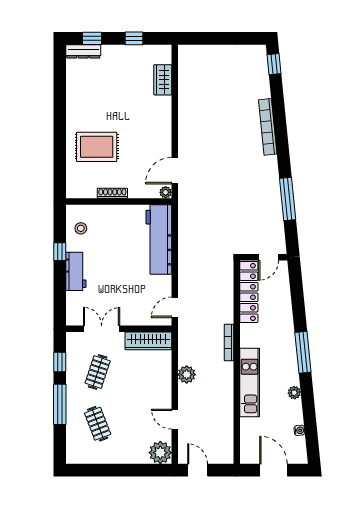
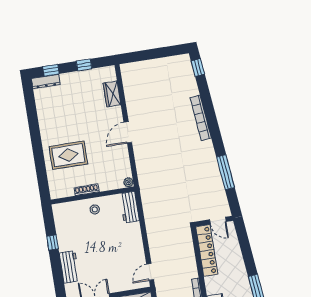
door: (175, 171) -> (128, 132), moved
stool: (81, 228) -> (95, 209), moved
workbench: (159, 239) -> (129, 207), width x0.53, depth x0.76
door: (268, 257) -> (218, 221), hinge flipped
workbench: (76, 271) -> (69, 267), moved

